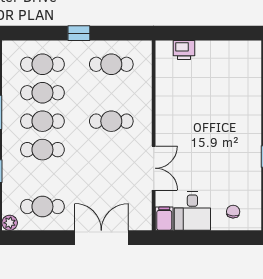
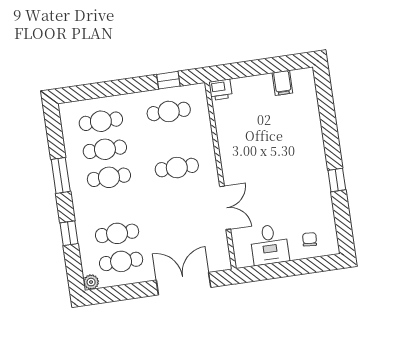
window: (79, 33) -> (168, 80), moved
printer: (184, 50) -> (221, 90), moved
cafe table: (42, 150) -> (117, 233), moved
filing cabinet: (164, 219) -> (282, 83), moved, turned 180

